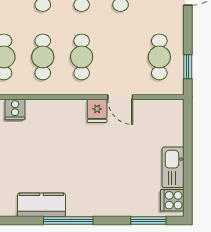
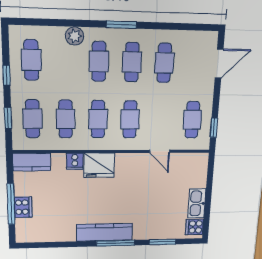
fridge: (97, 111) -> (99, 165), moved, width x1.88, depth x1.34
kitchen counter: (41, 205) -> (104, 232), width x1.50
window: (148, 221) -> (163, 242), moved

